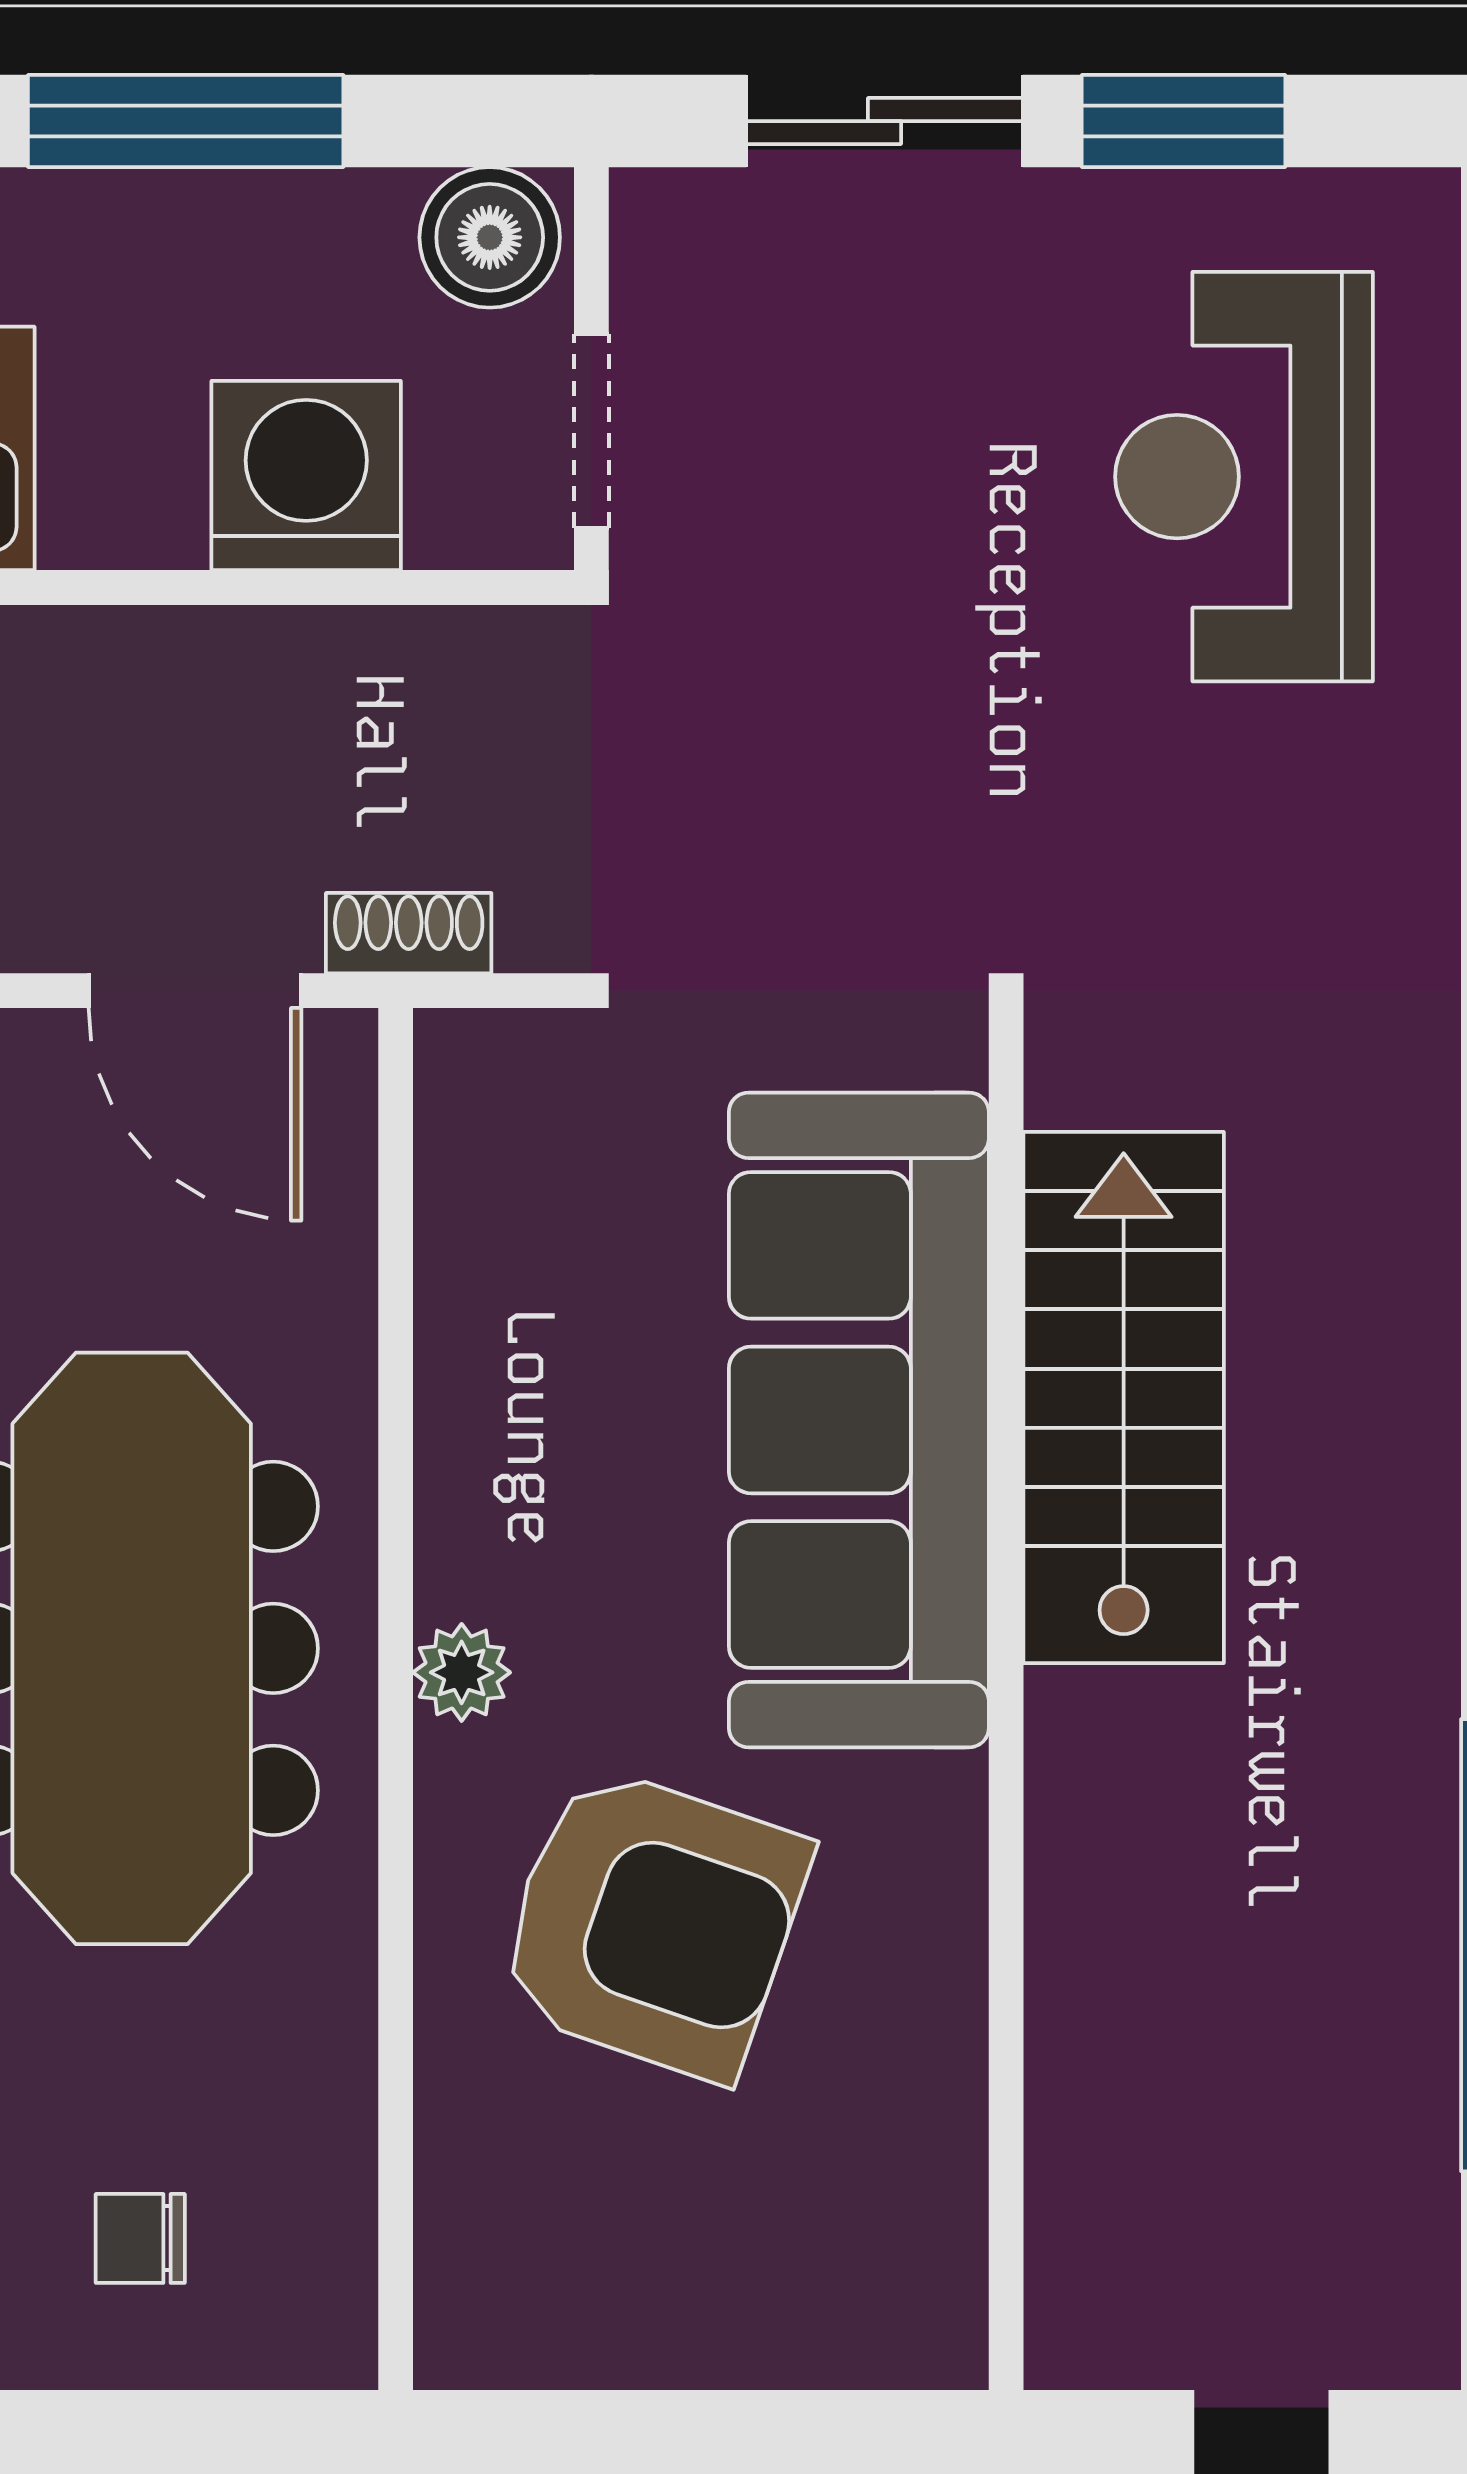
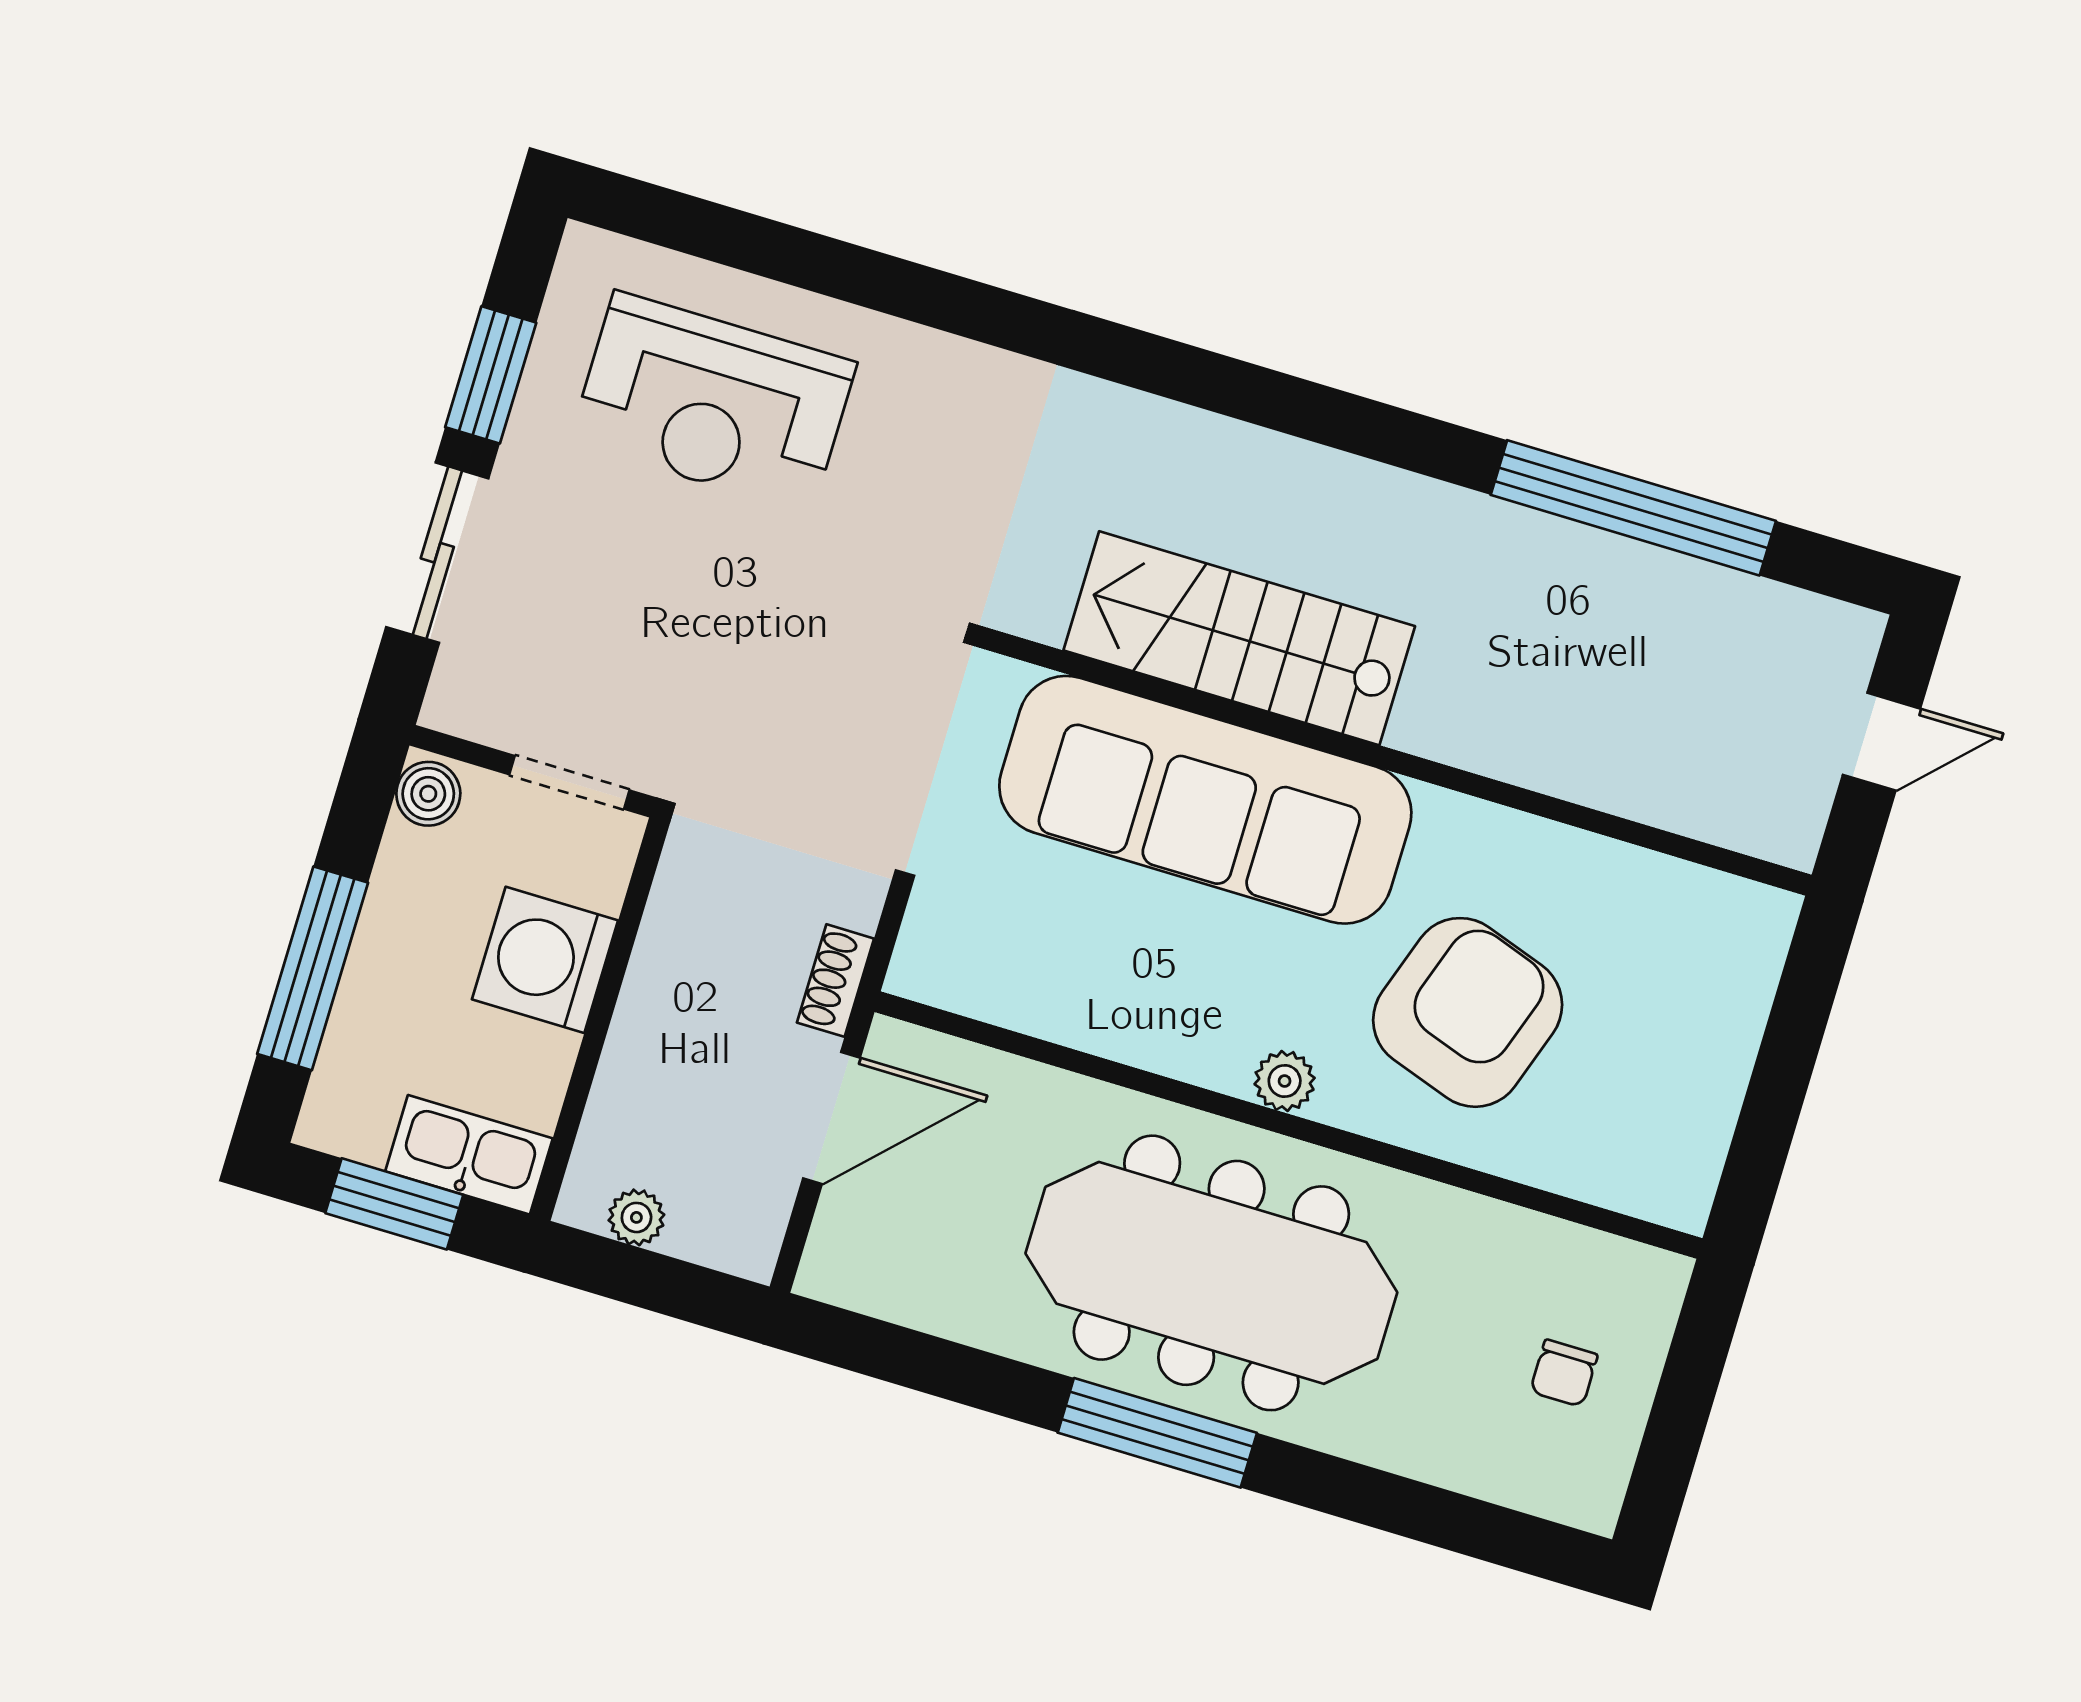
boiler: (490, 237) -> (428, 794), width x0.73, depth x0.73

